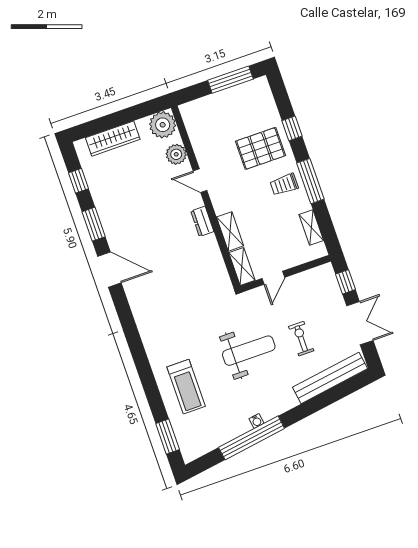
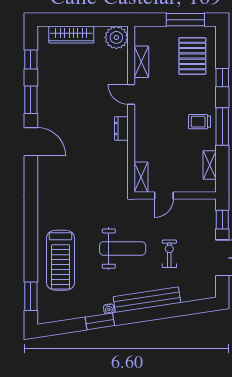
pallet: (261, 148) -> (192, 56), moved, turned 90
plant: (176, 154) -> (119, 66), removed
shelving: (230, 231) -> (141, 62), moved
bench: (330, 378) -> (147, 300), moved
treadmill: (186, 387) -> (60, 260), width x1.37, depth x1.38
window: (252, 438) -> (100, 321), width x0.47

